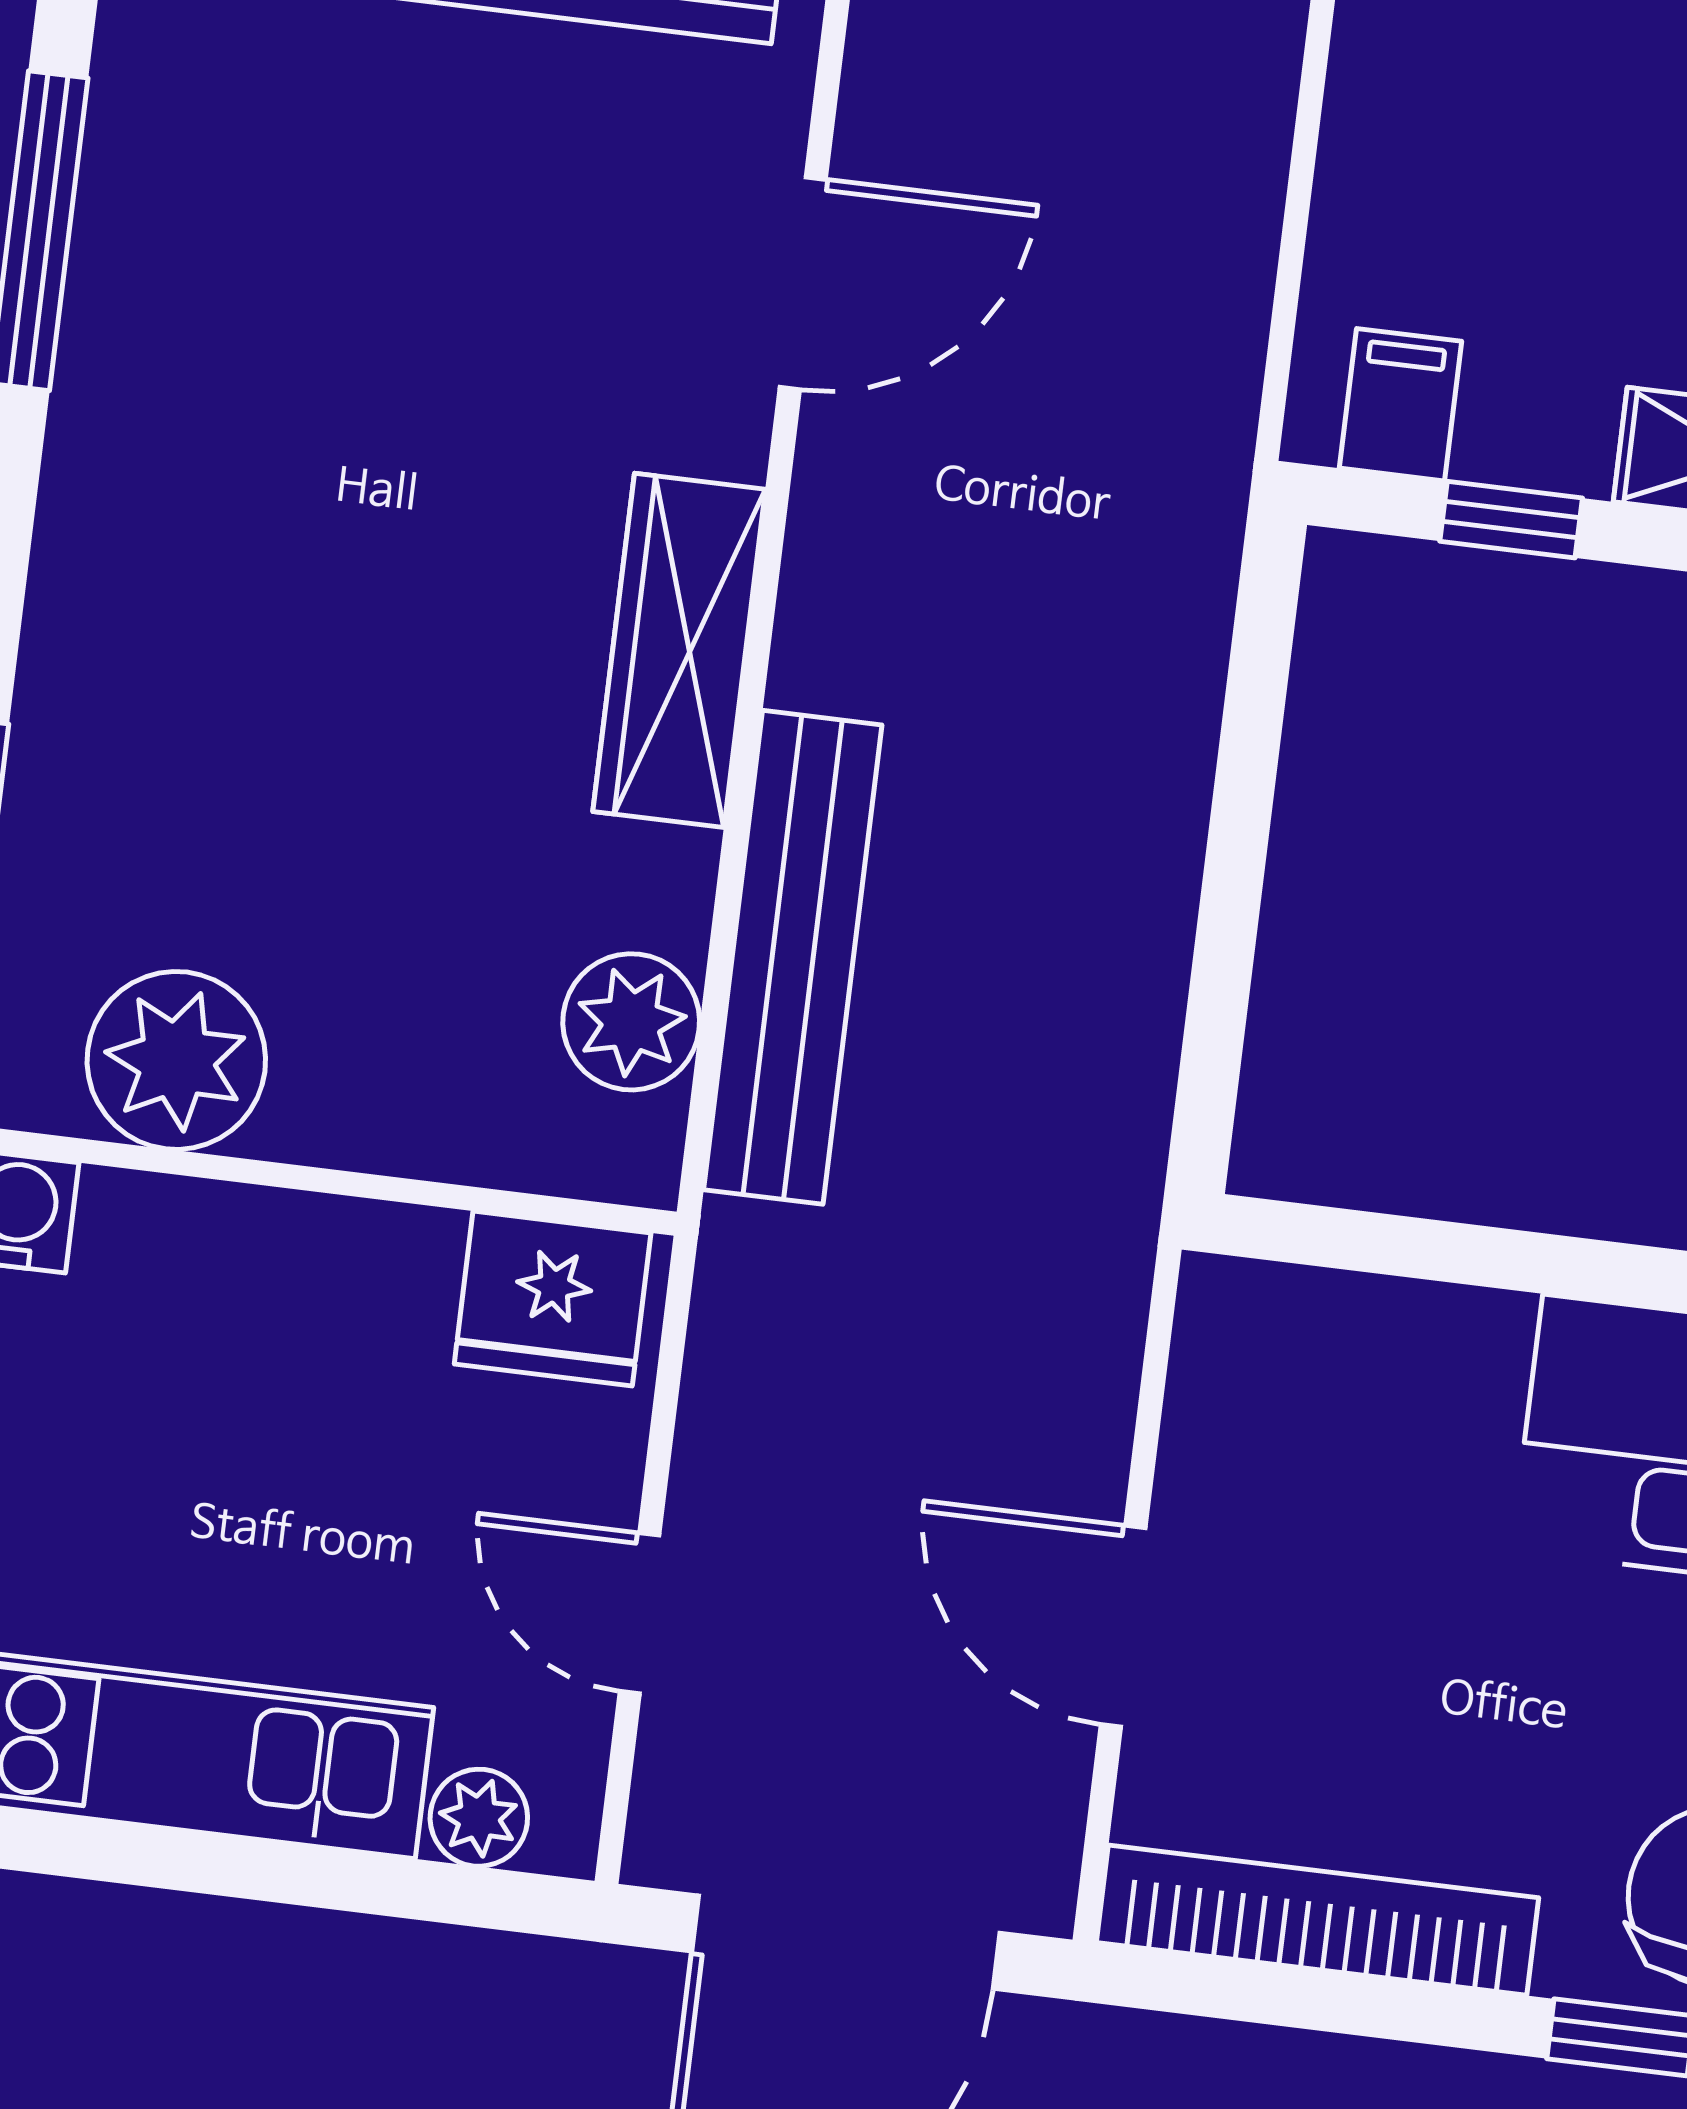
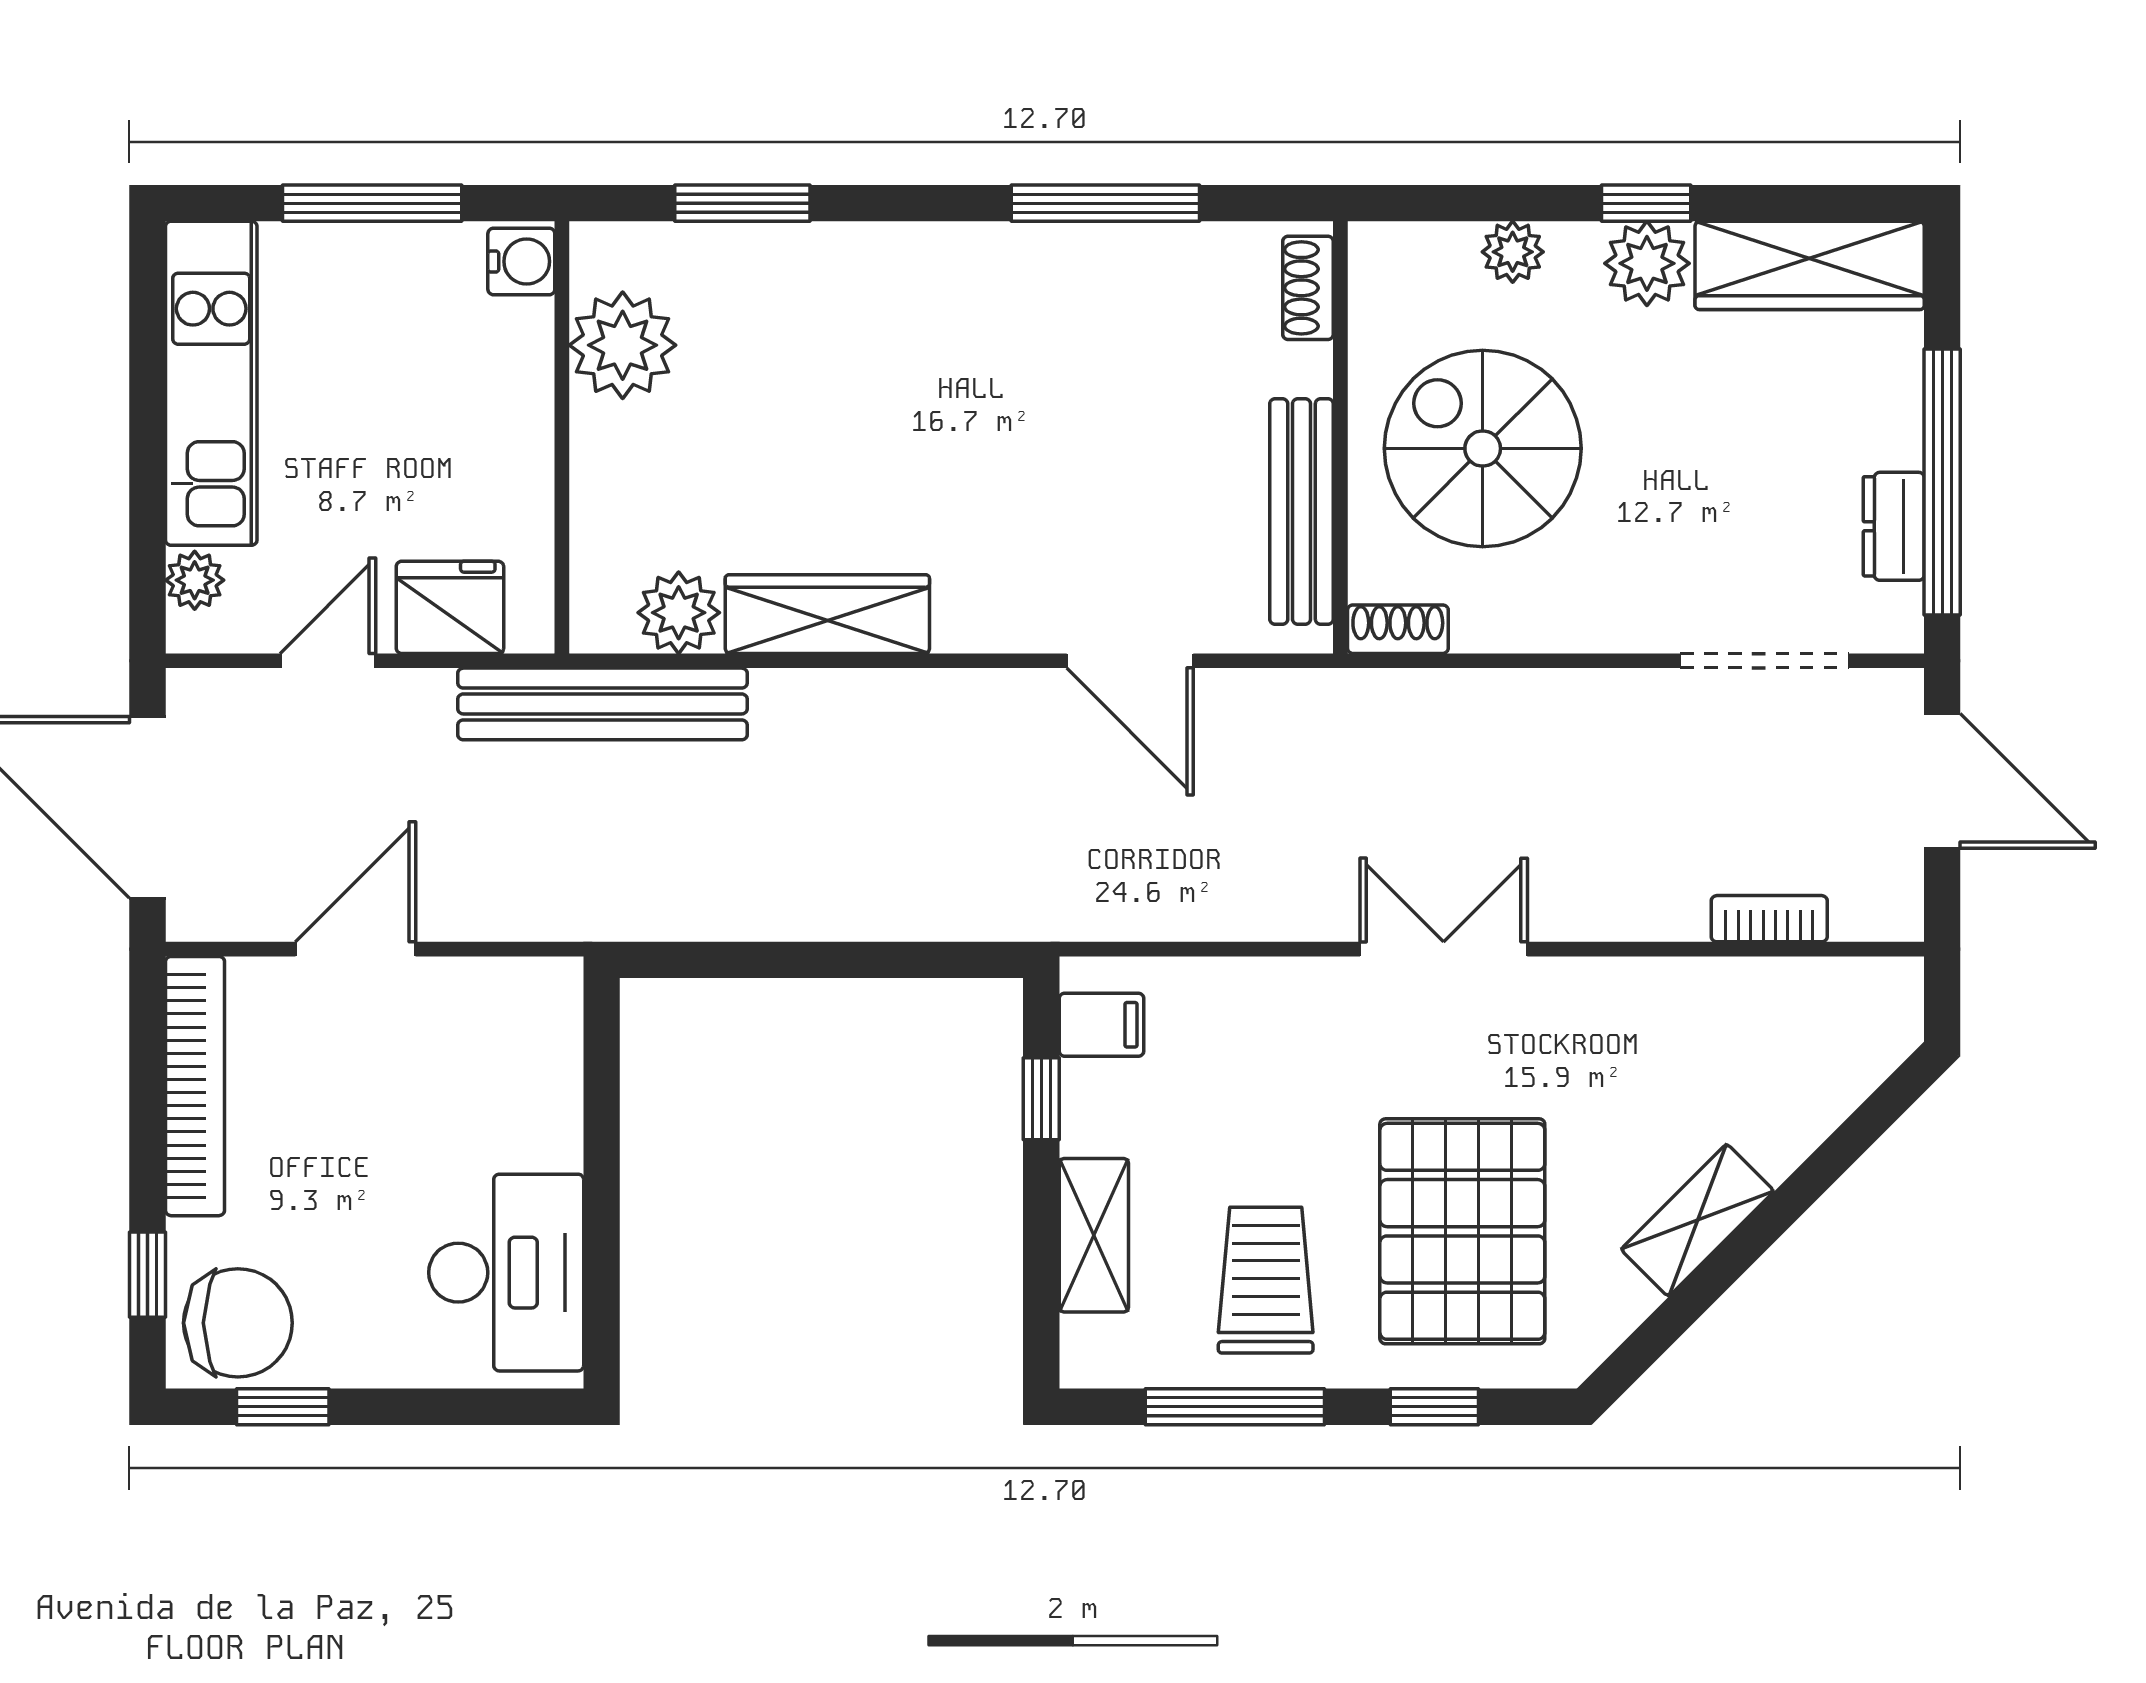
wardrobe: (679, 650) -> (827, 614), moved
bench: (793, 957) -> (603, 704), moved
fridge: (553, 1299) -> (450, 607), moved, turned 90

